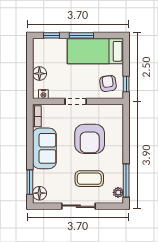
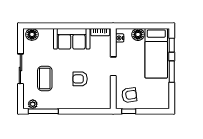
bed: (95, 51) -> (156, 53), moved, turned 180
armchair: (90, 139) -> (80, 79), width x0.53, depth x0.53
window: (30, 182) -> (42, 26), removed

